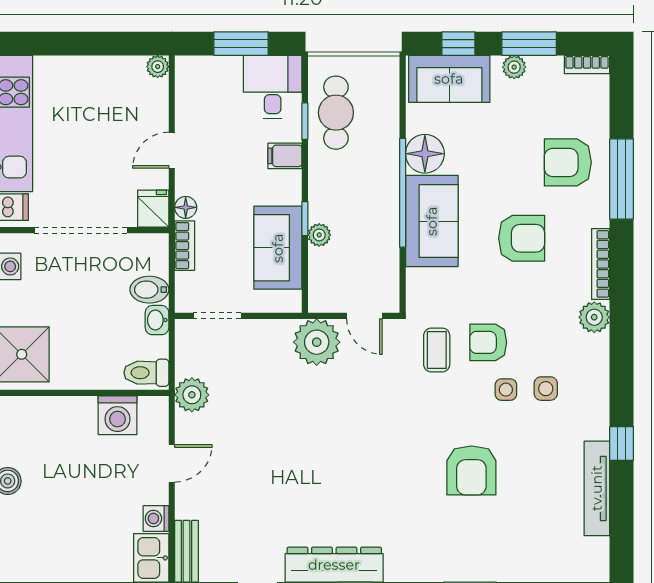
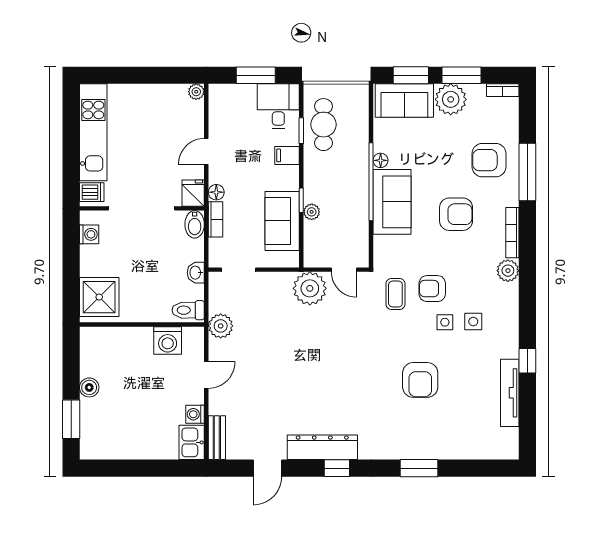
window: (458, 44) -> (411, 75), width x1.50
plant: (514, 67) -> (451, 99), width x1.88, depth x1.88
floor lamp: (425, 154) -> (381, 160), width x0.53, depth x0.53
bidet: (149, 290) -> (195, 224), moved, turned -90

